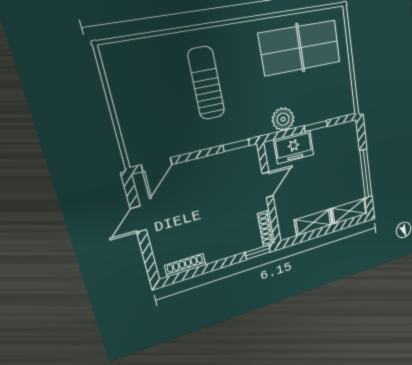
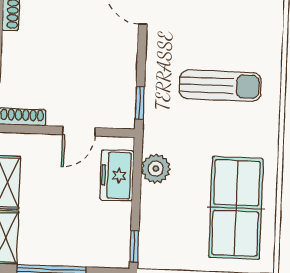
window: (316, 126) -> (134, 246), moved
door: (268, 185) -> (79, 131), hinge flipped

